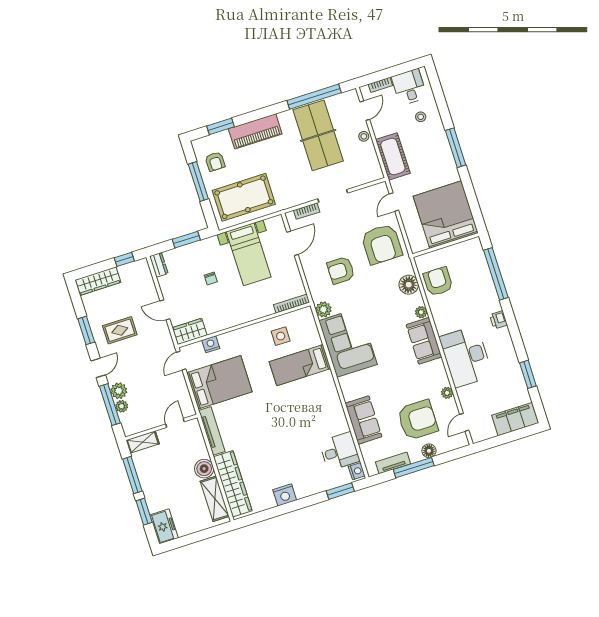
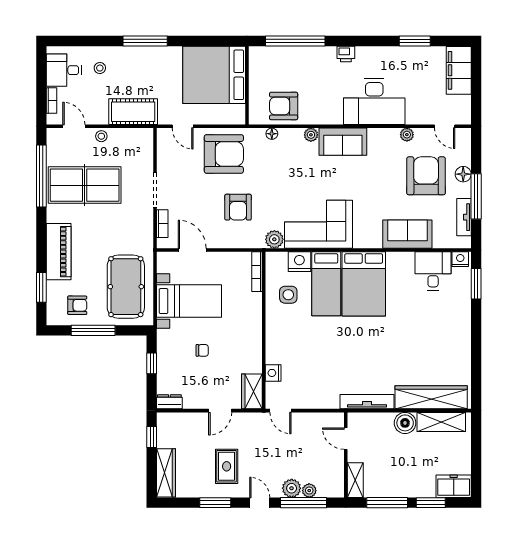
window: (186, 240) -> (152, 363), width x0.67
floor lamp: (409, 285) -> (272, 134), width x0.53, depth x0.53
bed: (219, 382) -> (364, 284), moved, turned 180
nightstand: (285, 495) -> (299, 262), moved, turned -90

